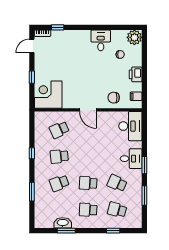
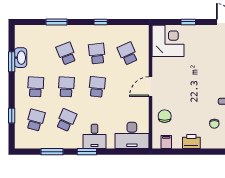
school desk: (88, 156) -> (97, 87), added

